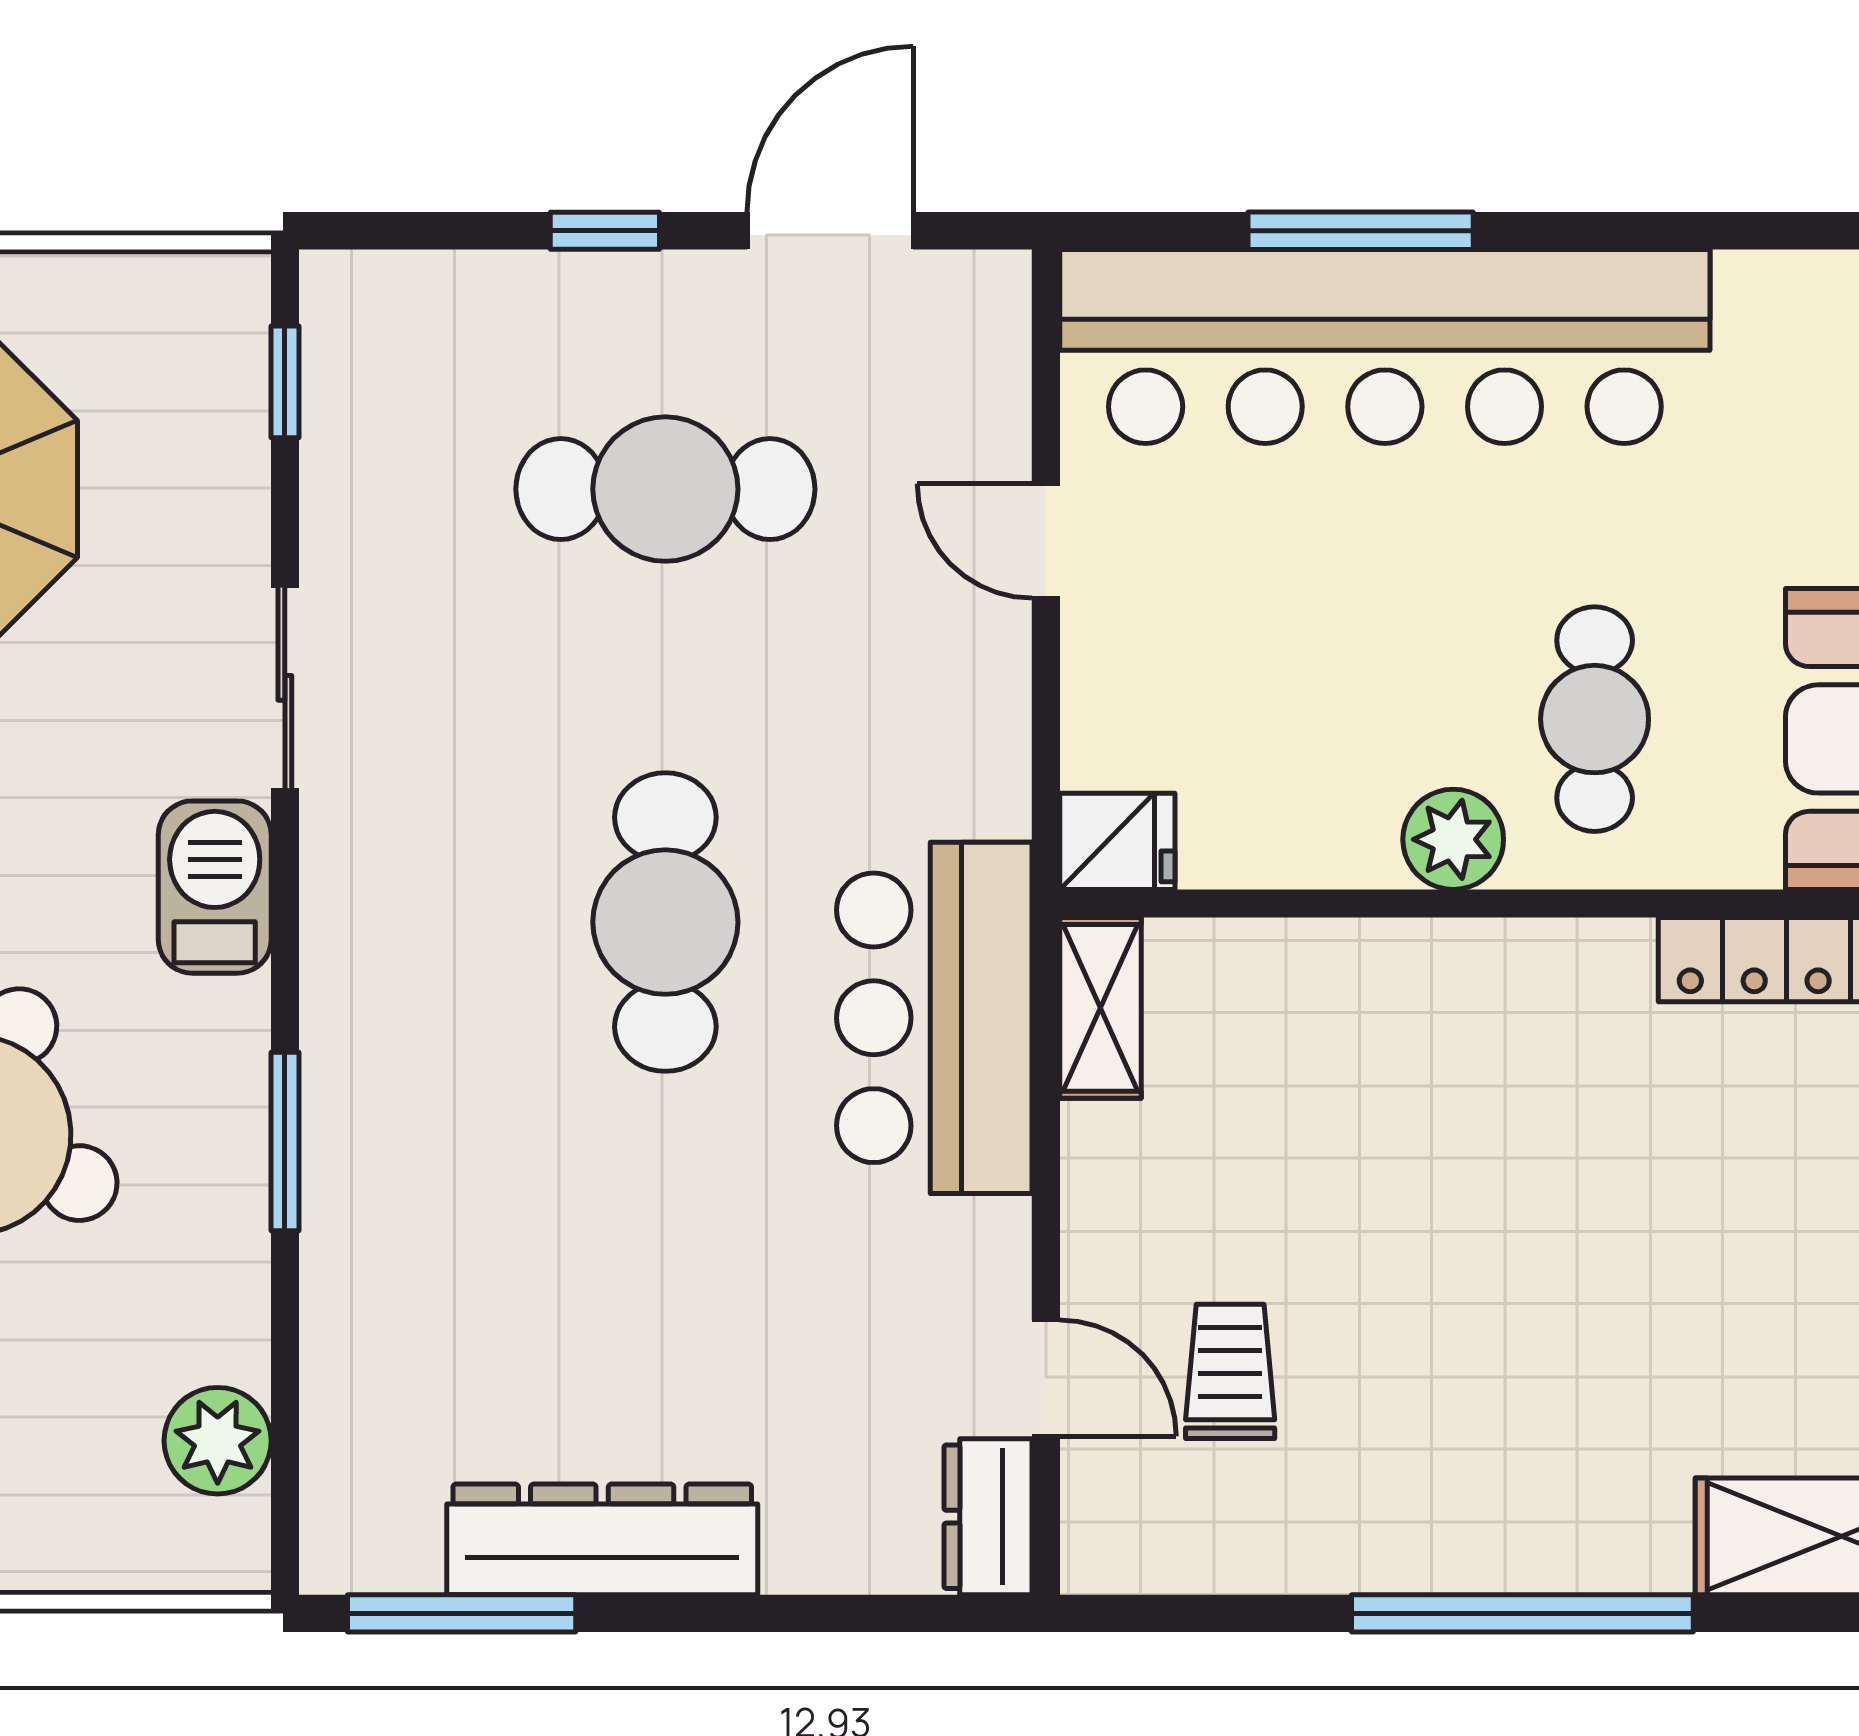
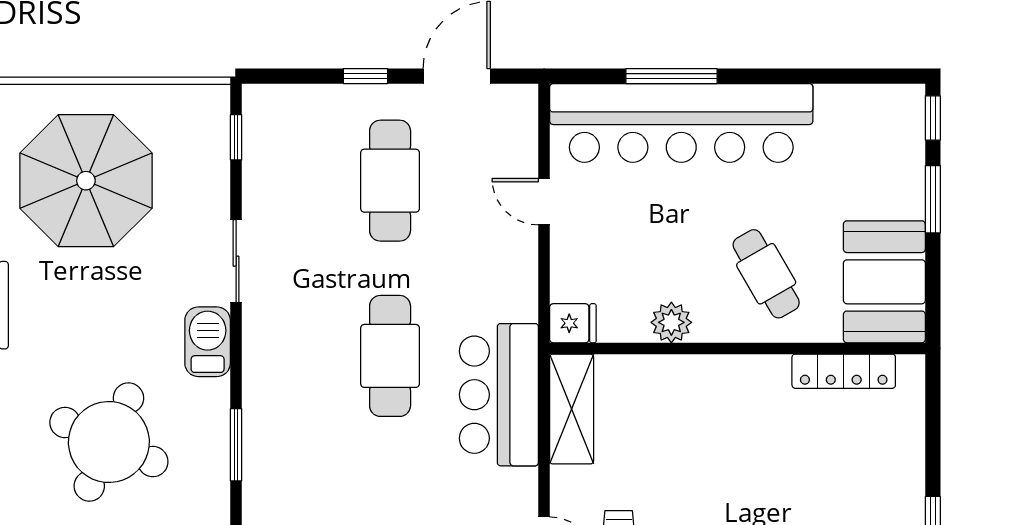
cafe table: (665, 489) -> (390, 181), turned 90
cafe table: (1595, 719) -> (766, 274), turned -30
plant: (1453, 839) -> (671, 322), moved
shelving: (1100, 1008) -> (572, 409), width x1.50, depth x1.33

